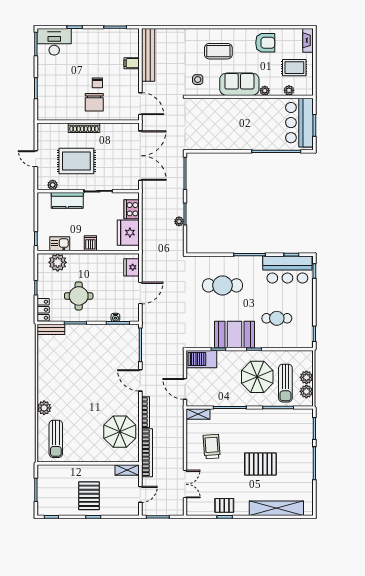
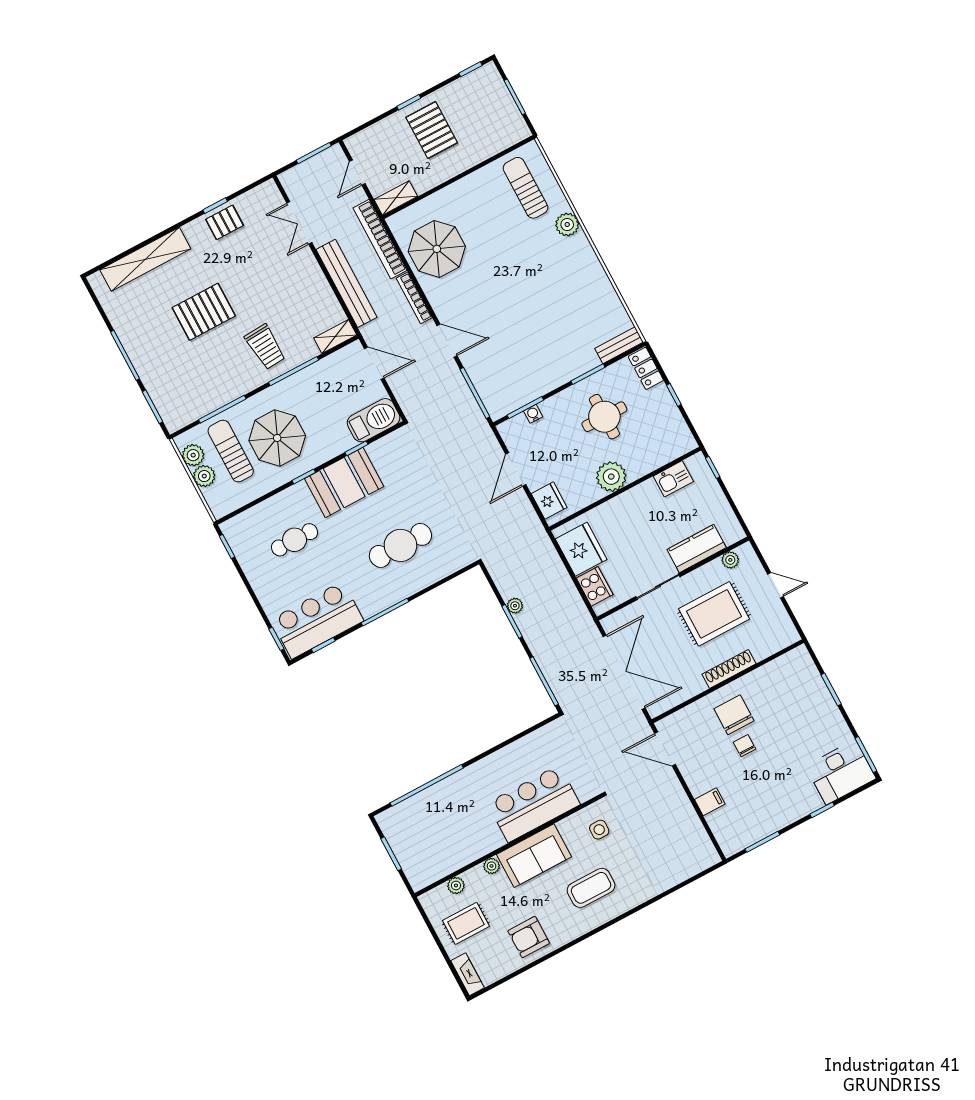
bench: (148, 55) -> (346, 283), moved
bar counter: (299, 123) -> (534, 804), moved, turned -90
double door: (140, 156) -> (624, 672), swing flipped
dishwasher: (90, 243) -> (629, 504), removed
plant: (58, 262) -> (611, 477), moved
trolley: (212, 447) -> (265, 347), moved

